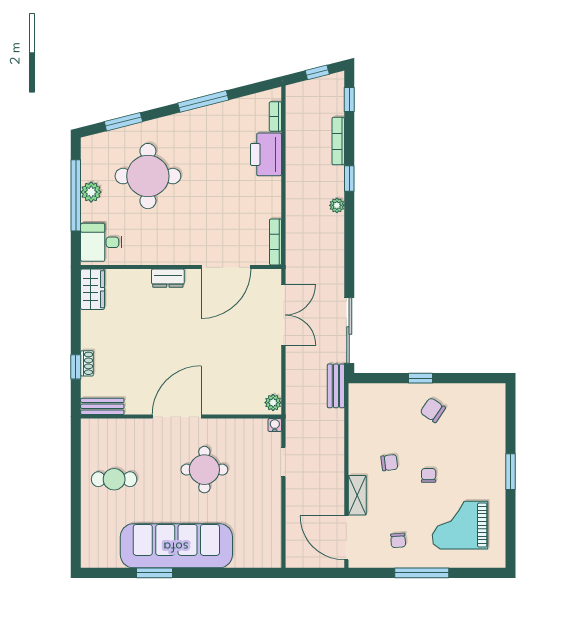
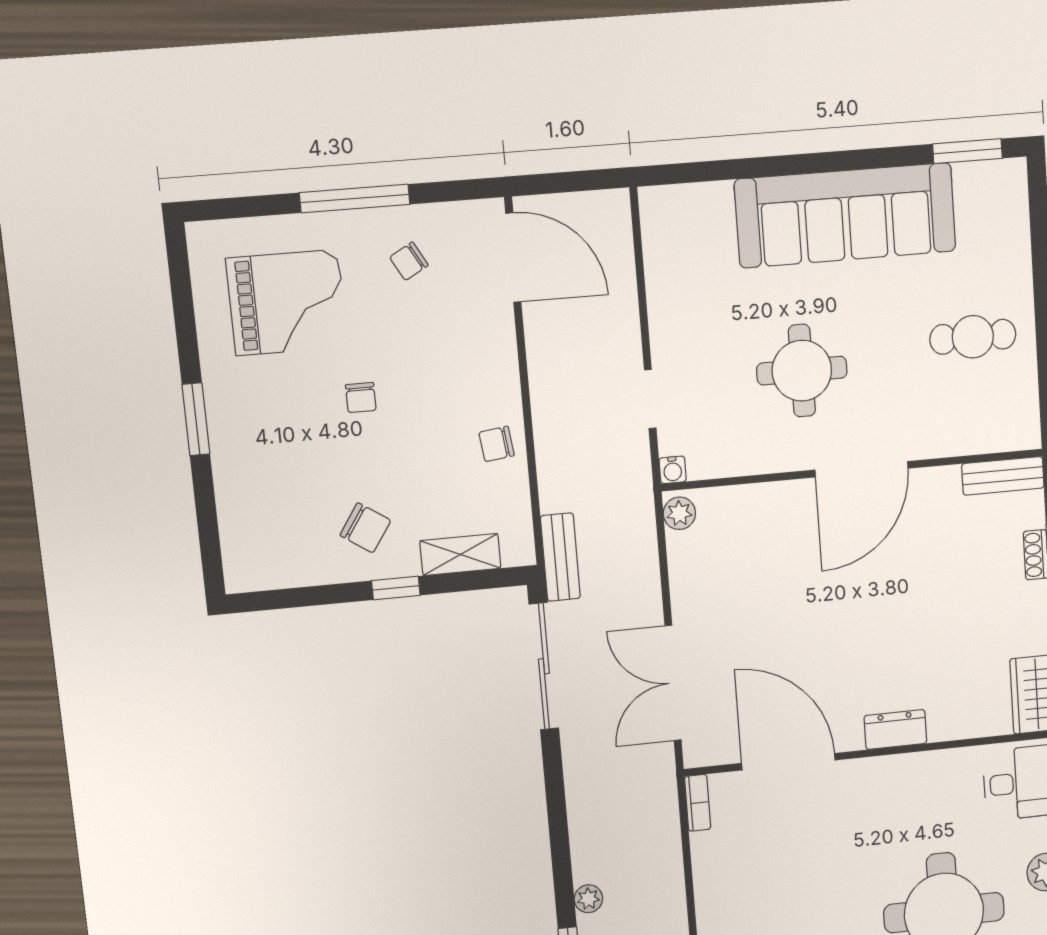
bookcase: (275, 242) -> (698, 803), width x0.64
door: (226, 267) -> (788, 762), hinge flipped
chair: (389, 463) -> (497, 444), moved
shelving: (357, 495) -> (460, 555), moved, turned 90
chair: (398, 540) -> (409, 261), turned -115
window: (154, 573) -> (968, 151), moved

